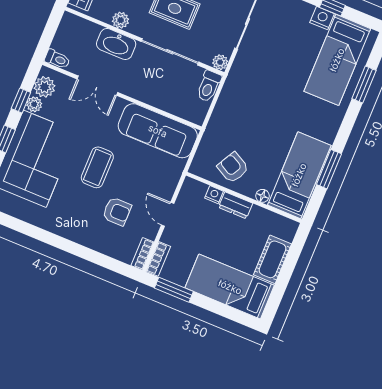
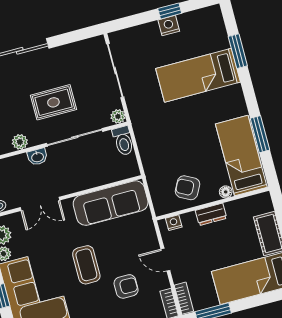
washbasin: (116, 44) -> (37, 157), width x0.52, depth x0.69
bed: (337, 60) -> (198, 75), moved, turned 90
nightstand: (214, 195) -> (174, 223), moved

